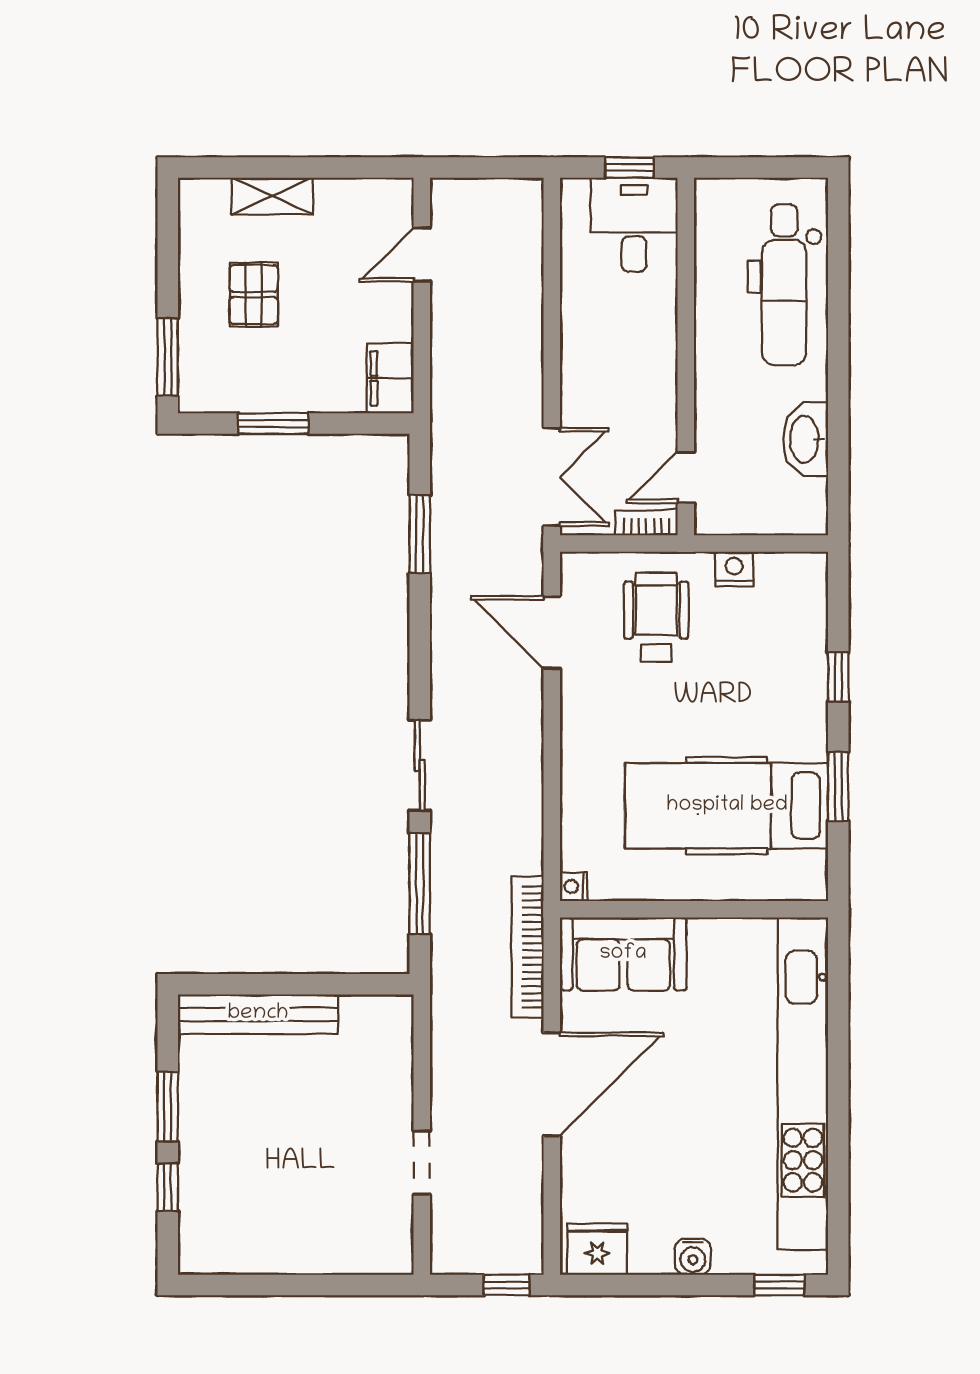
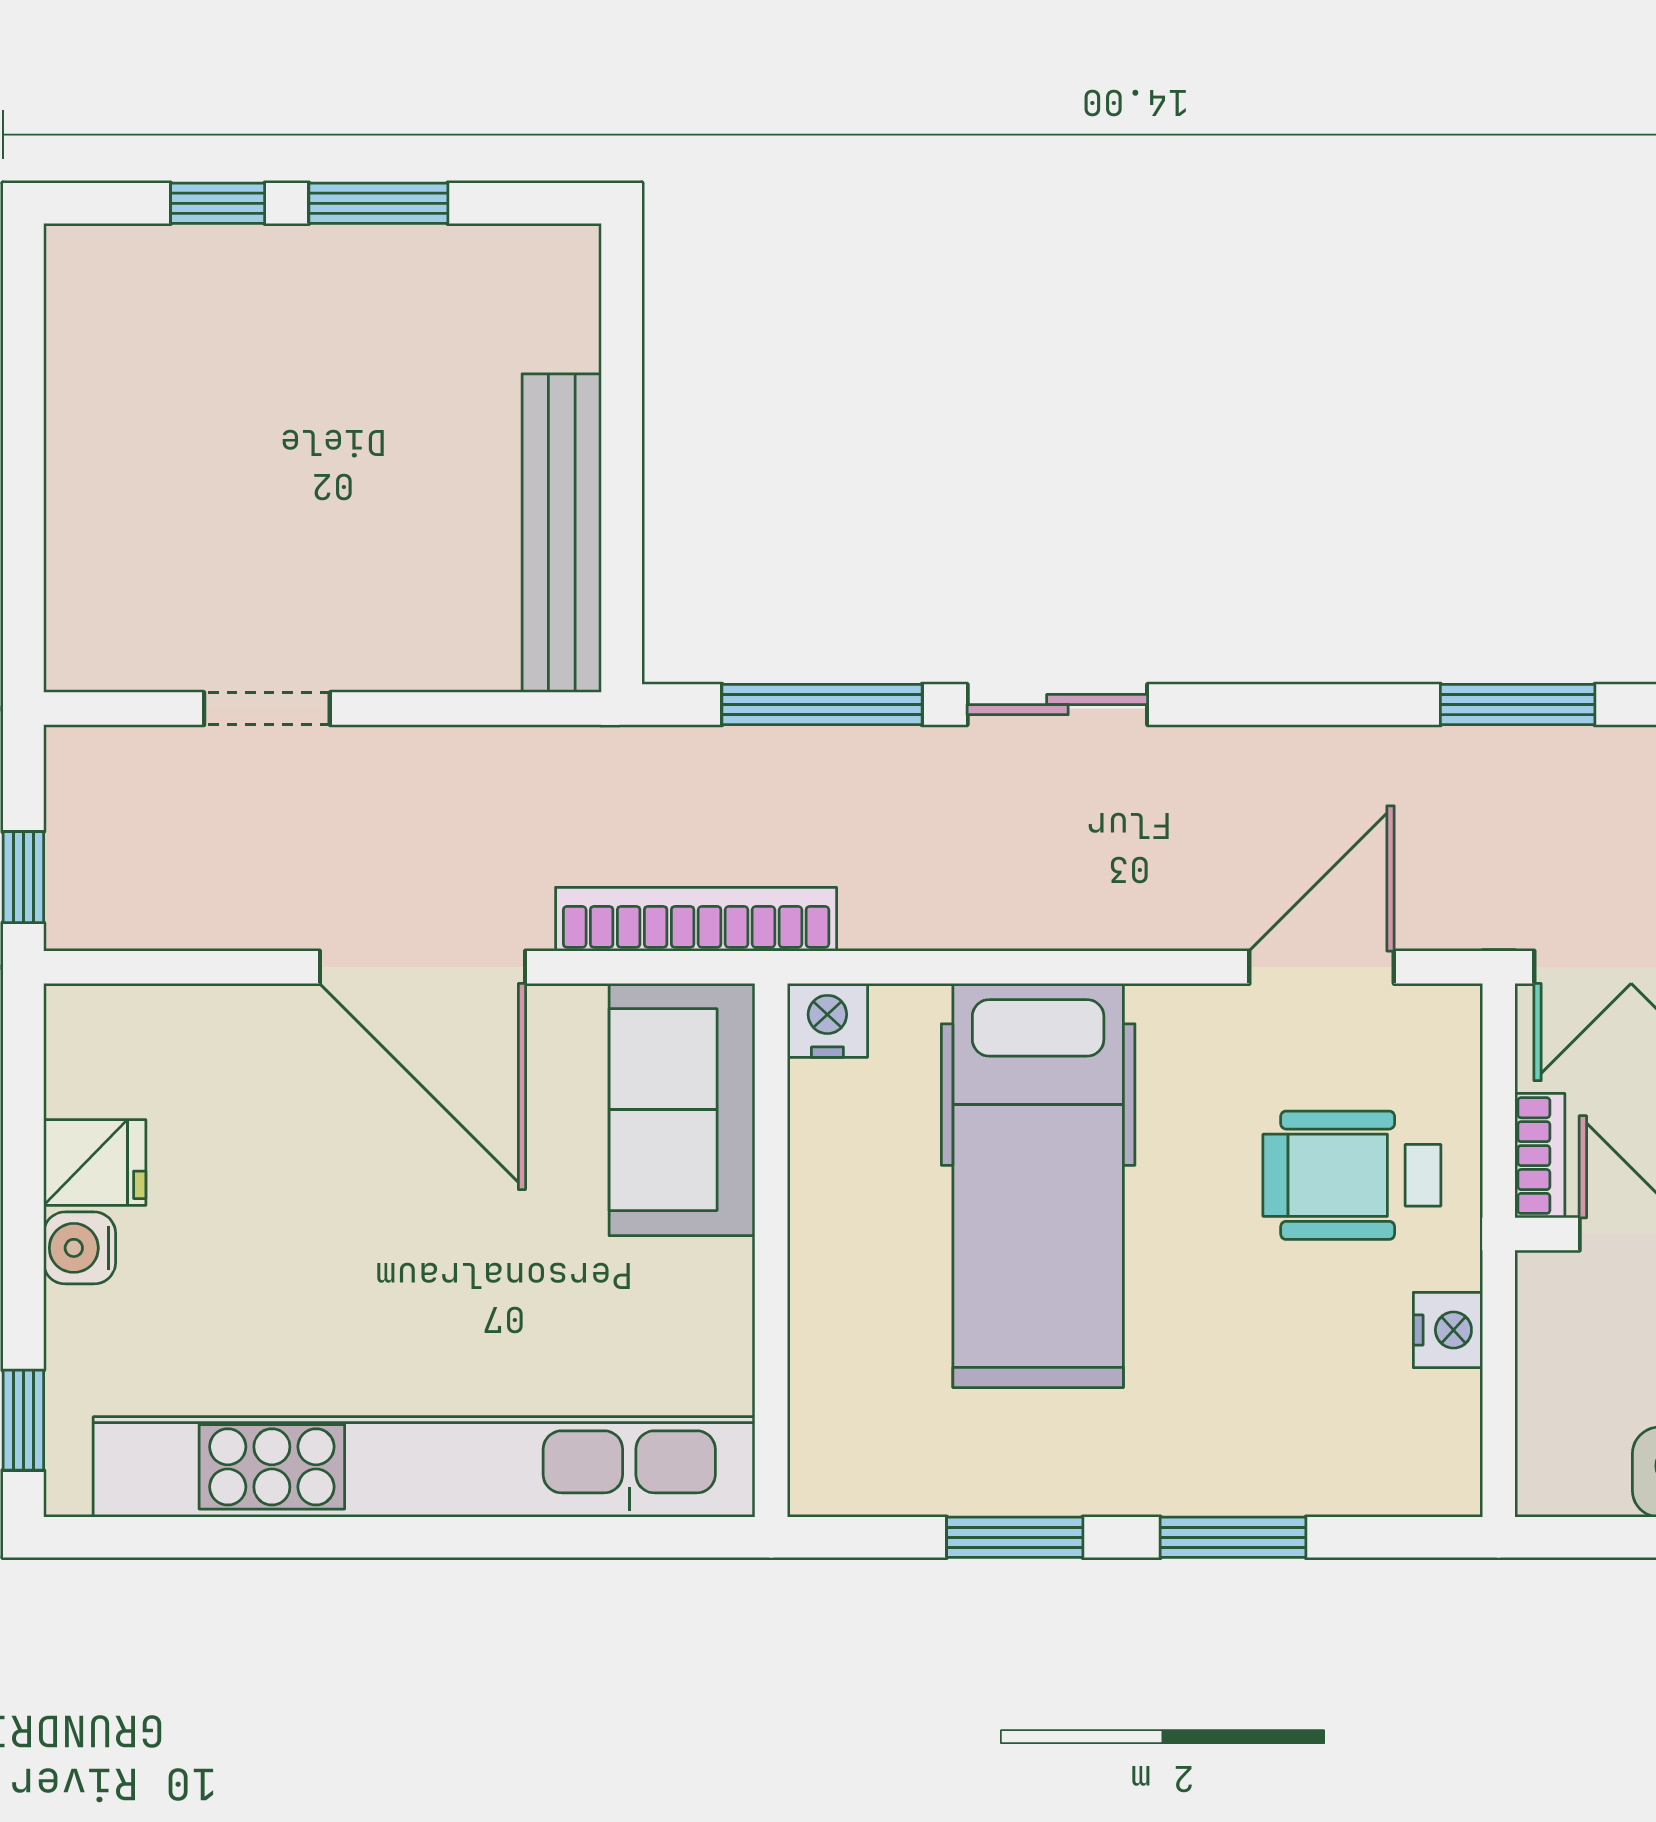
wheelchair: (656, 617) -> (1352, 1175), turned 180
window: (838, 677) -> (1233, 1537), width x1.50
hospital bed: (727, 806) -> (1038, 1185), moved, turned 180
nightstand: (574, 886) -> (827, 1020), width x1.39, depth x1.35
bench: (258, 1014) -> (562, 533), moved
fridge: (597, 1249) -> (95, 1163), moved, width x0.72

